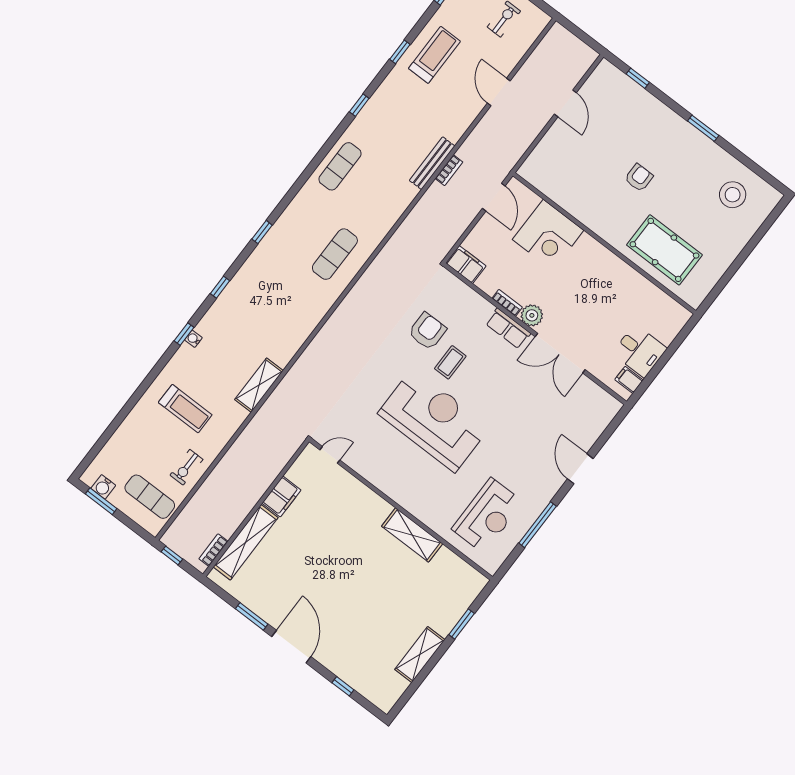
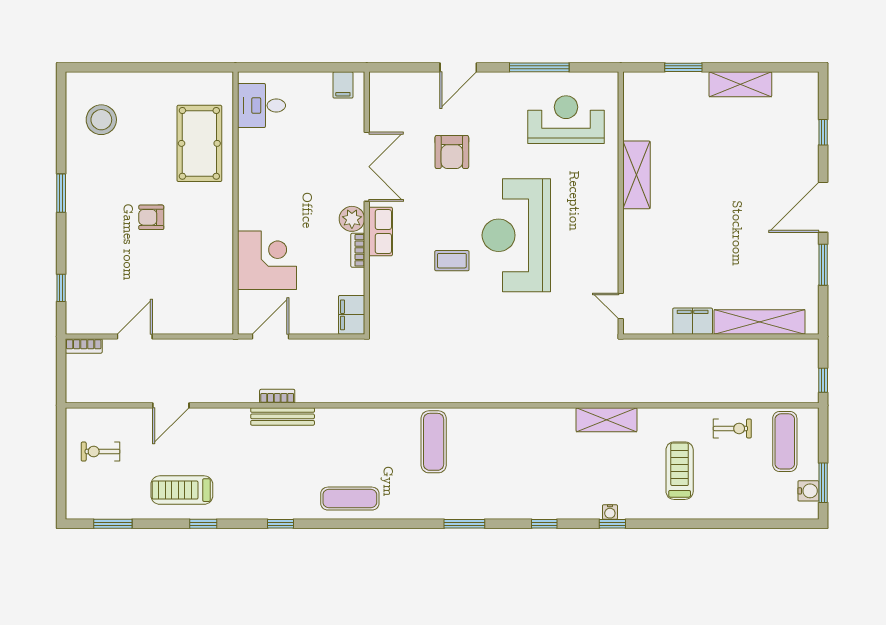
window: (262, 232) -> (464, 524), width x1.50
exercise mat: (335, 254) -> (434, 442), turned 90
armchair: (427, 331) -> (452, 152), moved, turned -90
desk: (640, 351) -> (261, 105), moved, turned -90
bookcase: (213, 550) -> (84, 346), moved

